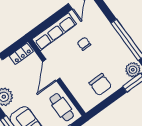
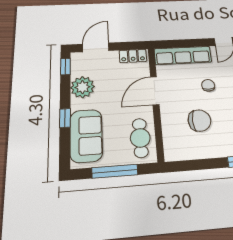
chair: (100, 85) -> (199, 121), moved, turned -90

